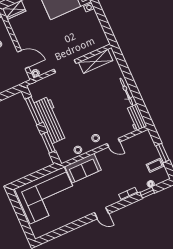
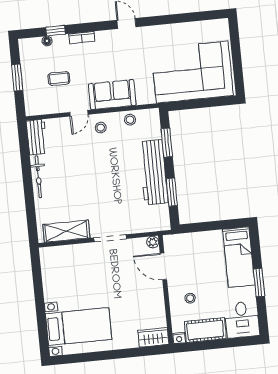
window: (34, 111) -> (172, 192), width x0.69
door: (113, 143) -> (79, 113), swing flipped
coffee table: (155, 165) -> (59, 78), moved
sofa: (83, 168) -> (112, 95), moved

